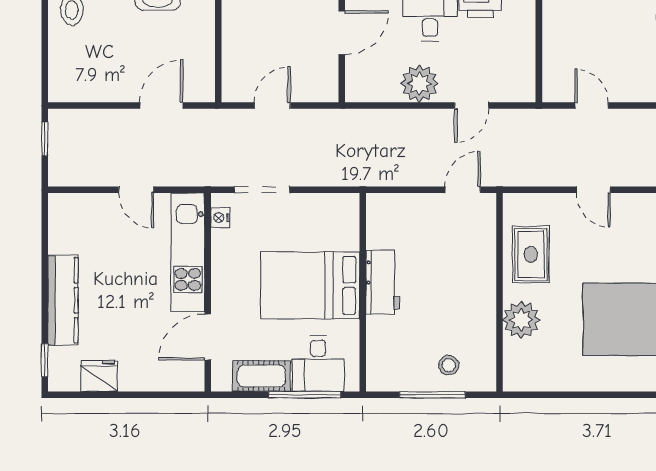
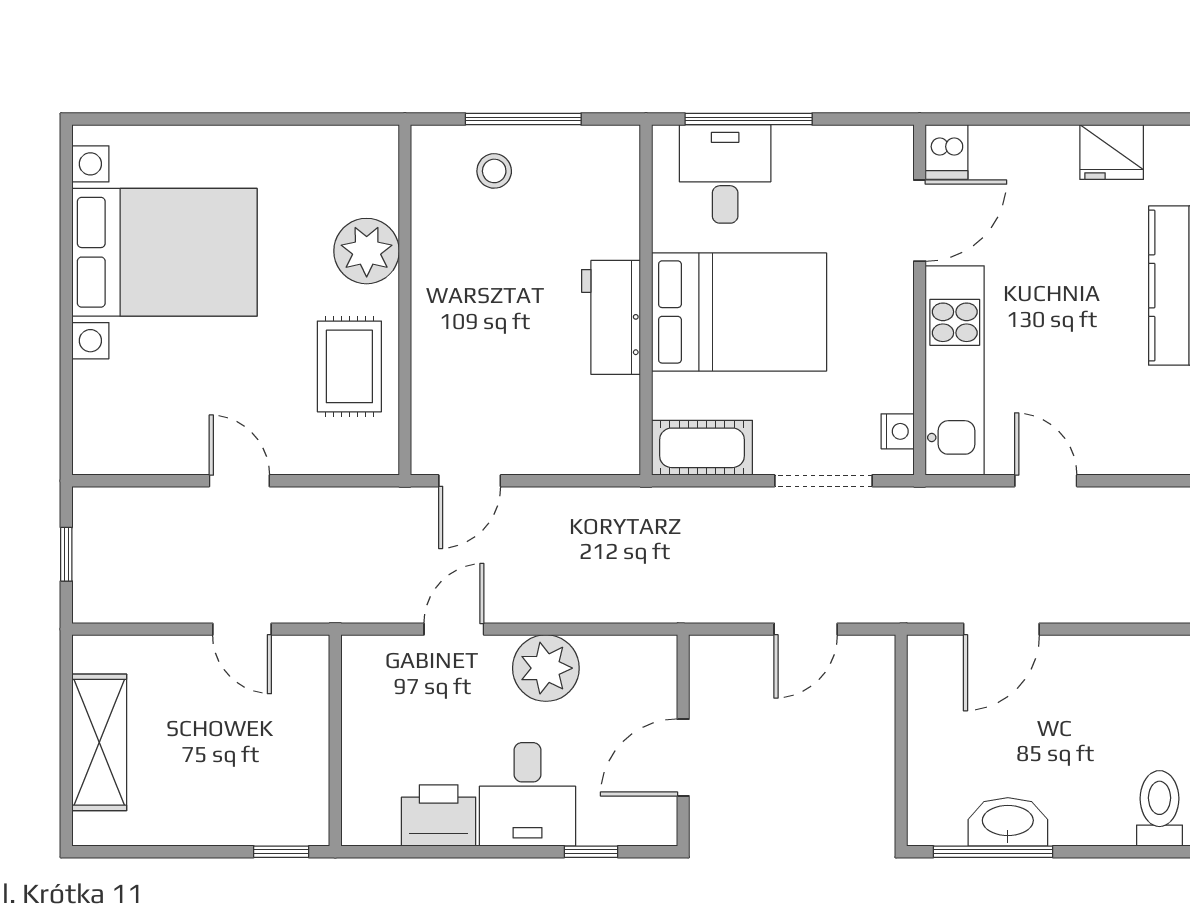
dishwasher: (192, 376) -> (947, 152), added
cot: (261, 376) -> (702, 448), moved

